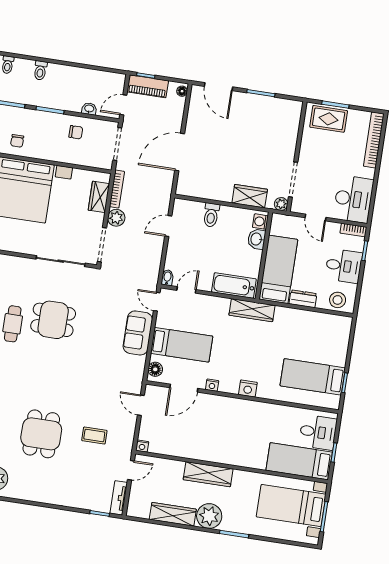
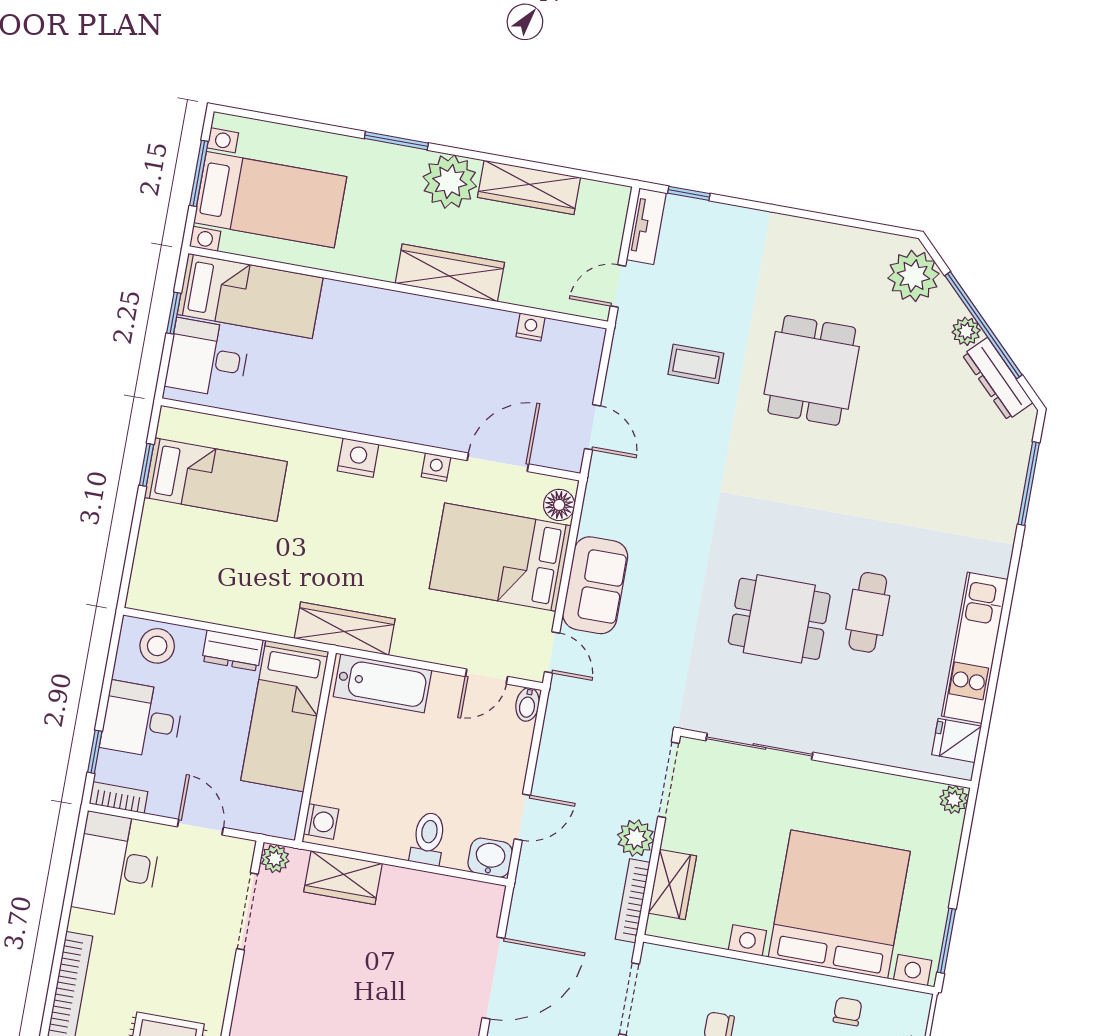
washbasin: (257, 239) -> (490, 858), moved, turned -90
bed: (182, 345) -> (500, 557), width x1.50
nightstand: (142, 446) -> (531, 327), moved

